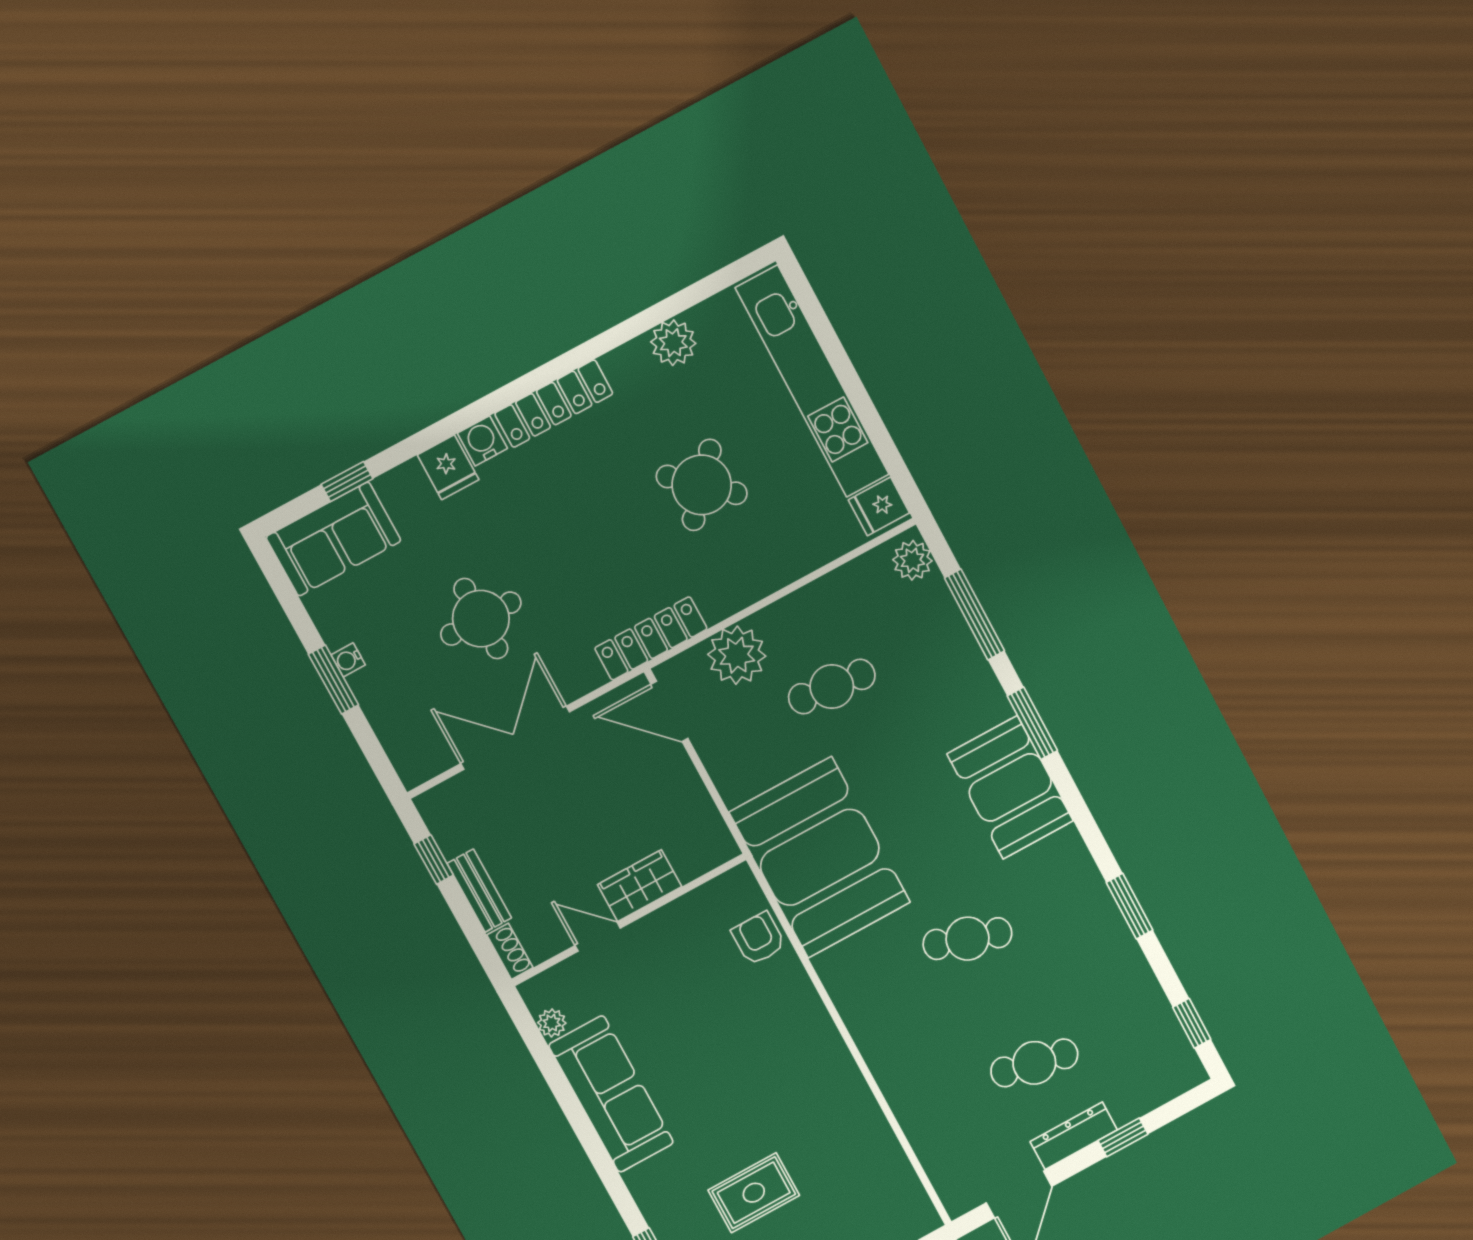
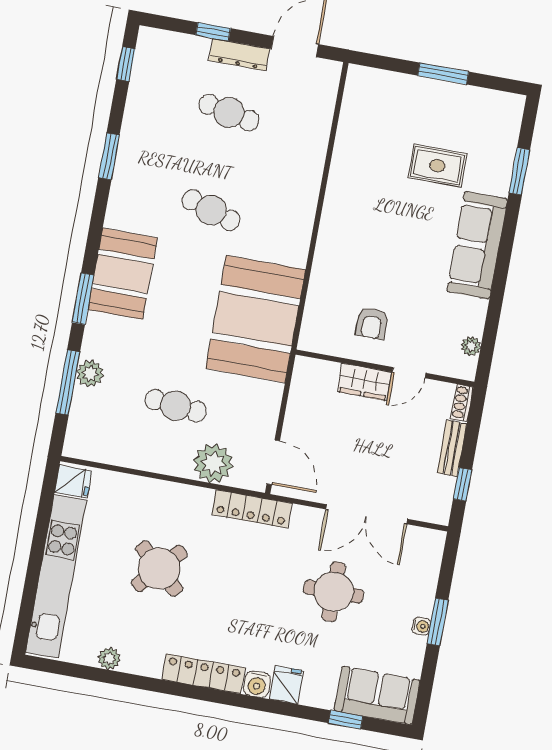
plant: (673, 343) -> (109, 659), width x0.73, depth x0.73
plant: (912, 560) -> (90, 374), moved
door: (598, 937) -> (409, 373), hinge flipped
armchair: (759, 938) -> (372, 323), moved
sofa: (611, 1094) -> (477, 245), moved

